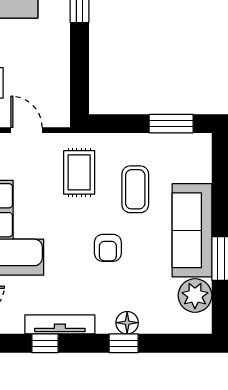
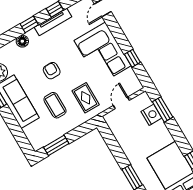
door: (26, 130) -> (121, 103), swing flipped
window: (124, 343) -> (29, 24), moved

